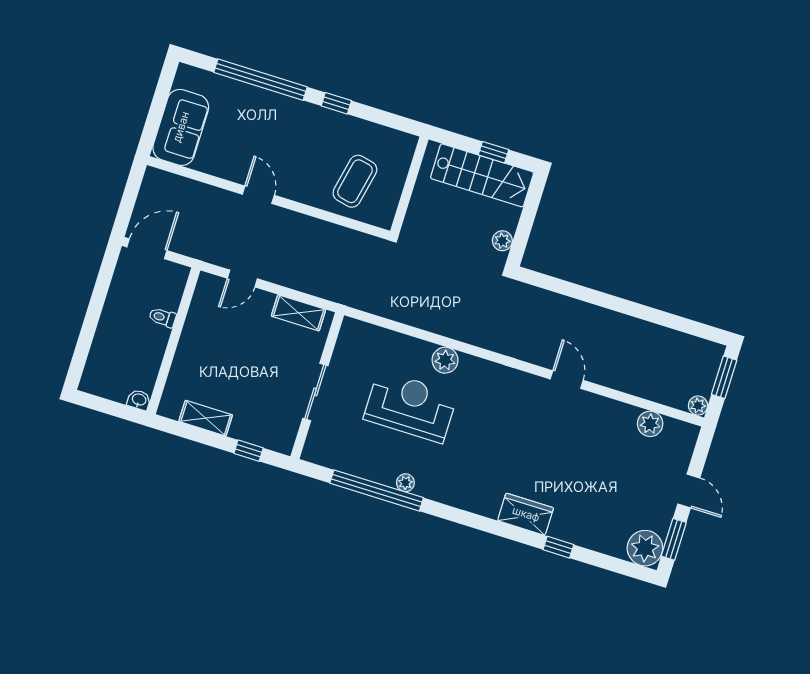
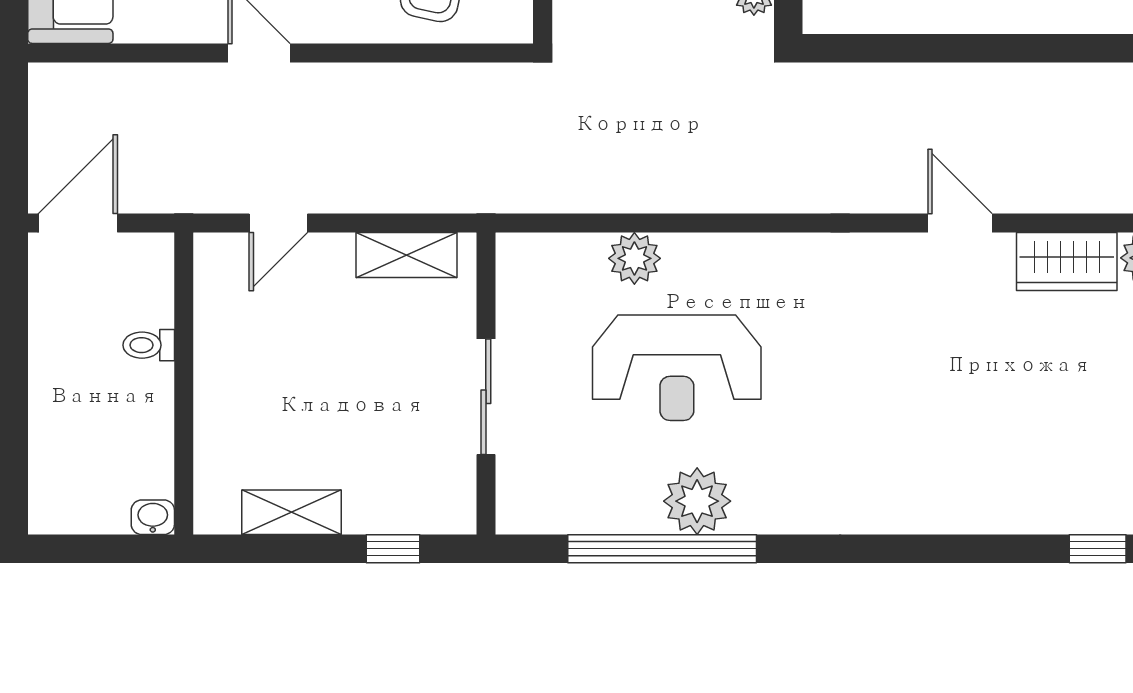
plant: (445, 360) -> (634, 258), moved
reception desk: (410, 406) -> (677, 368), turned 180
plant: (405, 483) -> (697, 501), width x1.88, depth x1.88
wardrobe: (526, 514) -> (1067, 262), moved, turned 180
window: (558, 547) -> (1098, 549), moved

